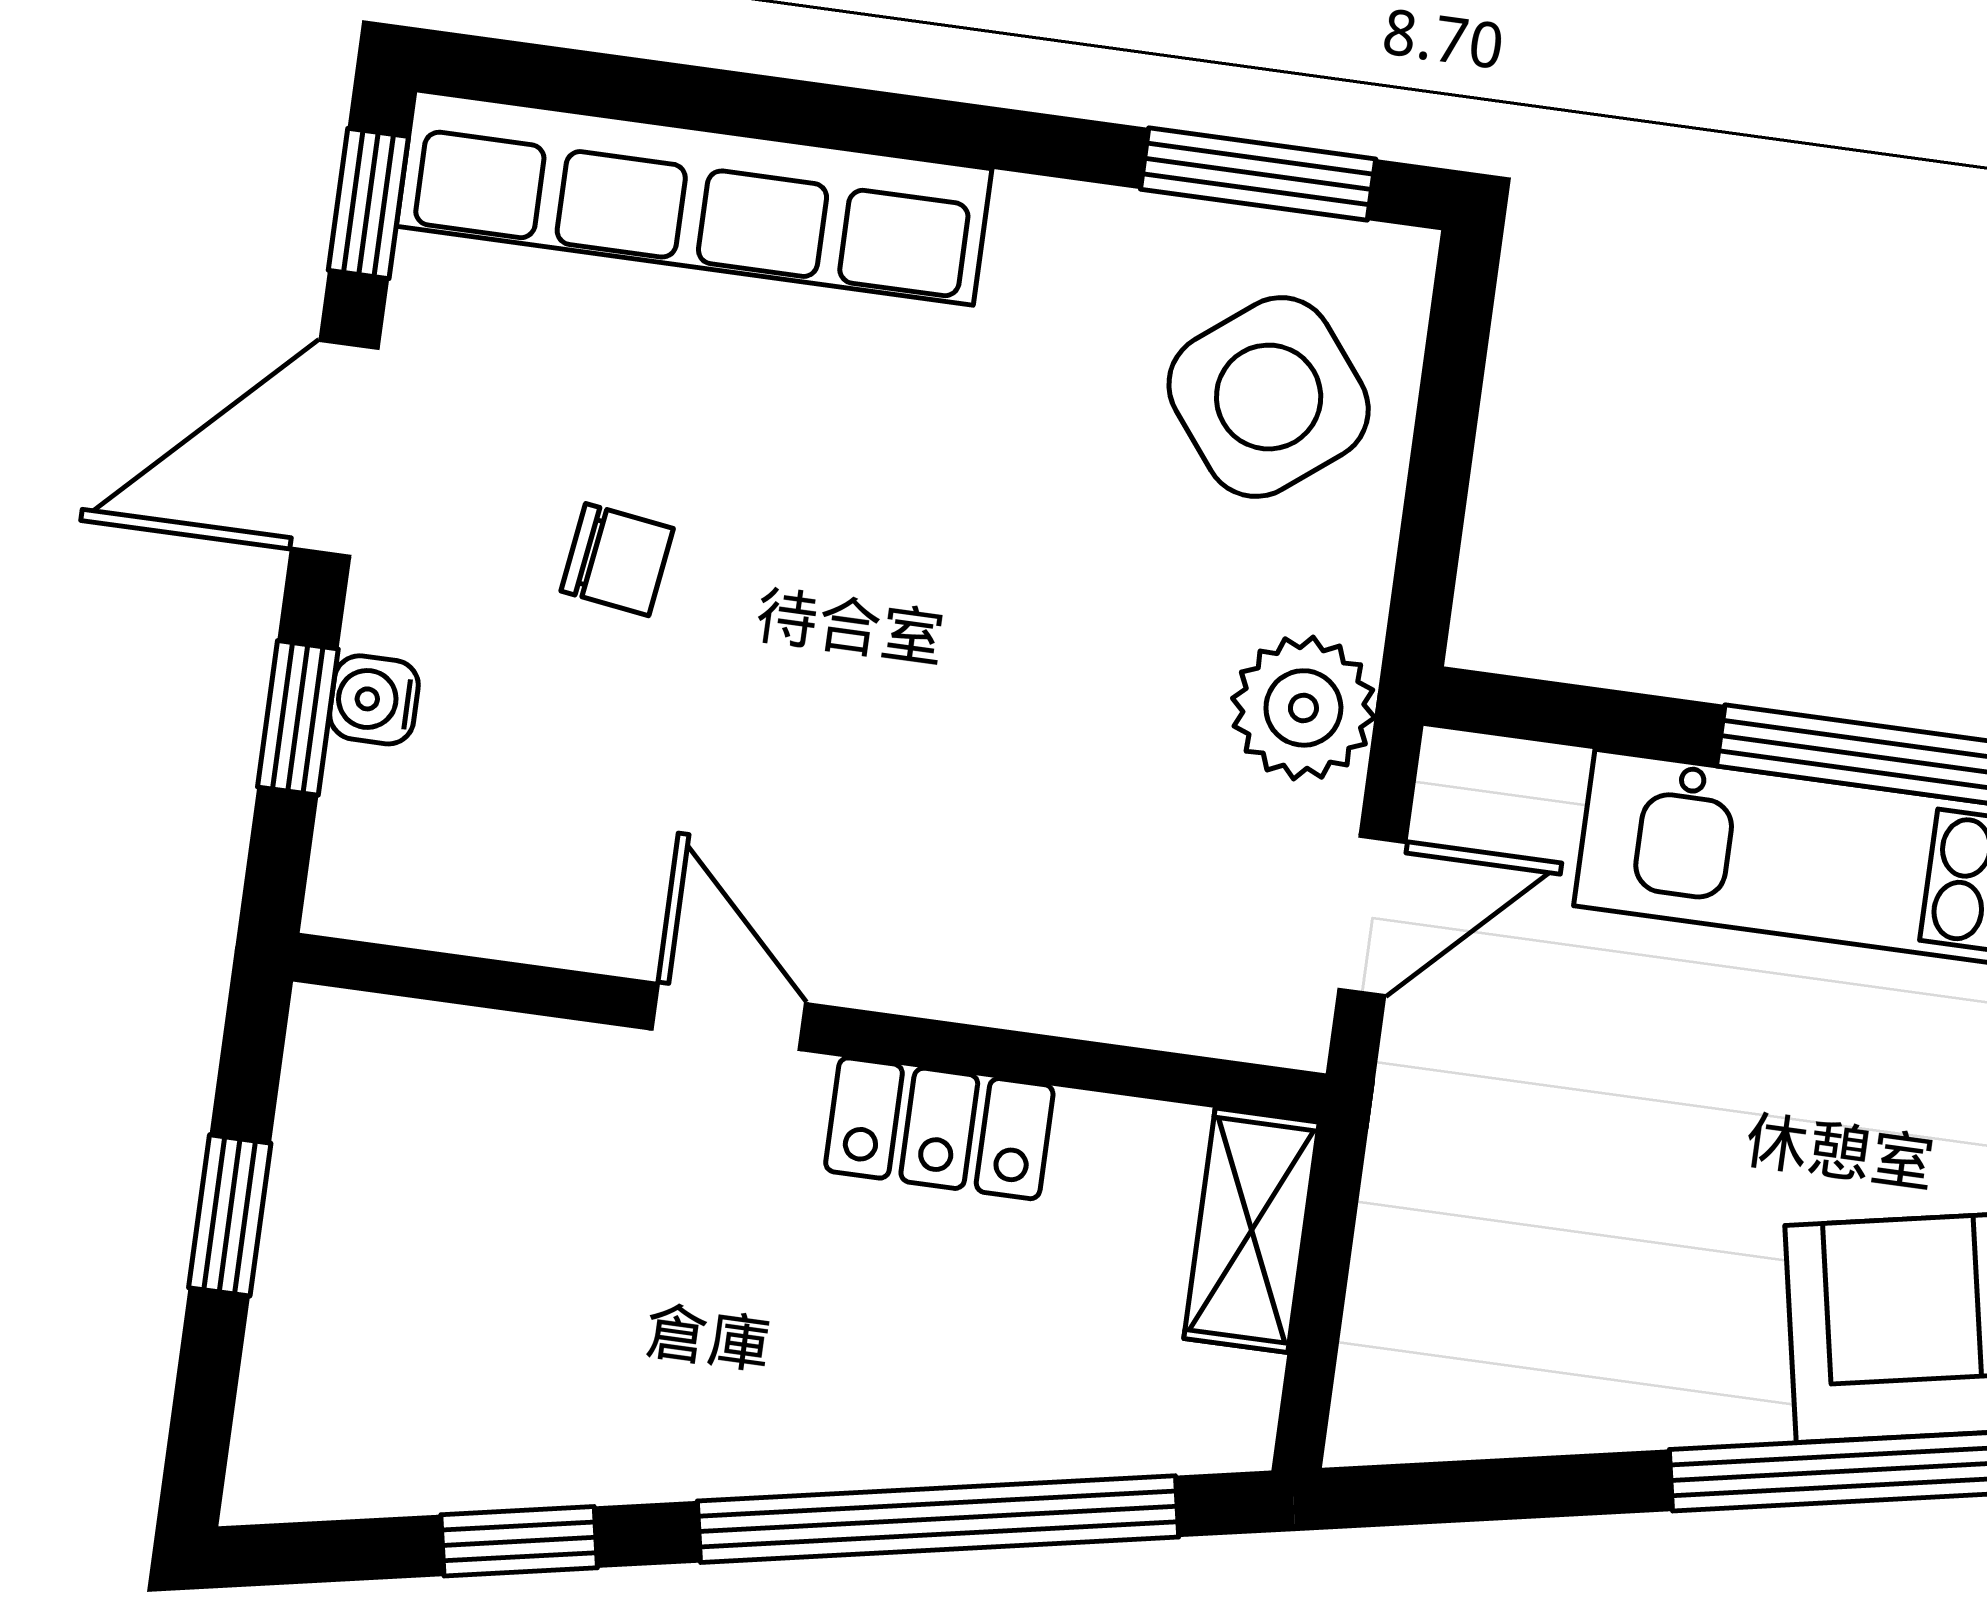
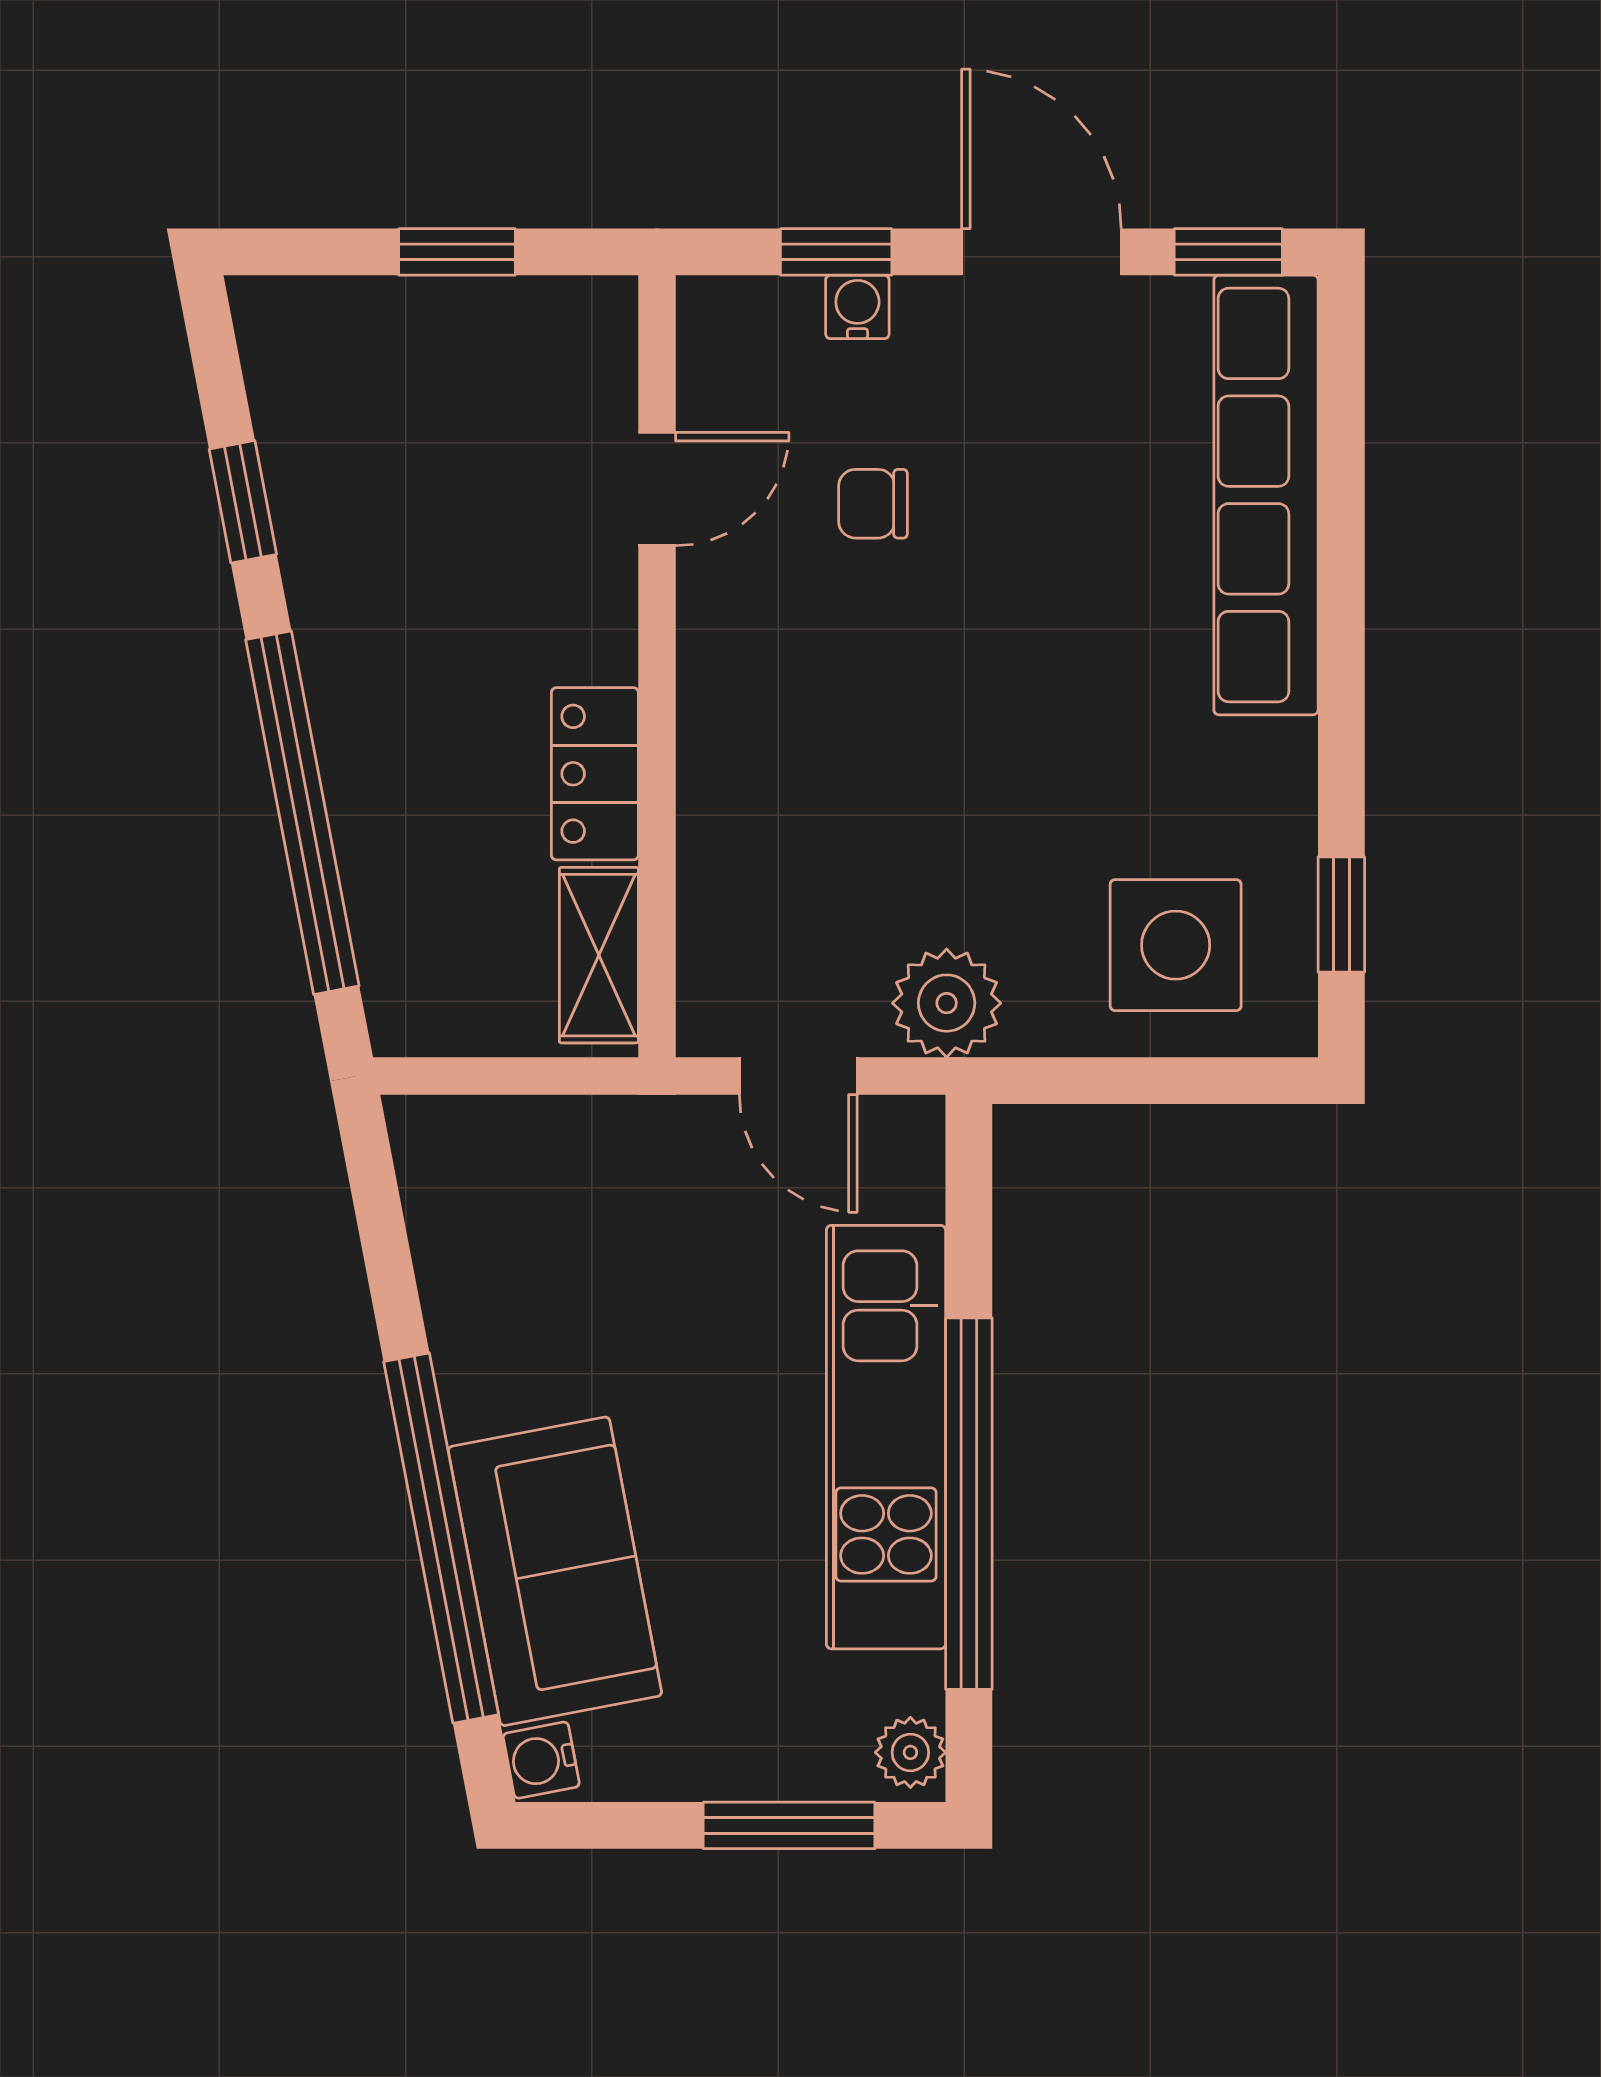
window: (1258, 174) -> (1341, 914), width x0.67
side table: (1269, 397) -> (1176, 945), turned 38
chair: (617, 560) -> (873, 504), moved, turned 82
door: (729, 1016) -> (657, 489), moved
shelving: (1252, 1230) -> (599, 955), moved, turned 90

